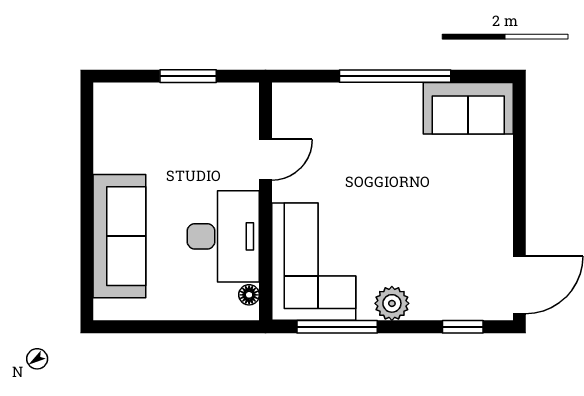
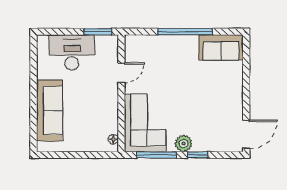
window: (188, 76) -> (98, 32), moved
desk: (223, 236) -> (72, 52), moved, turned -90
window: (463, 327) -> (198, 155), moved

